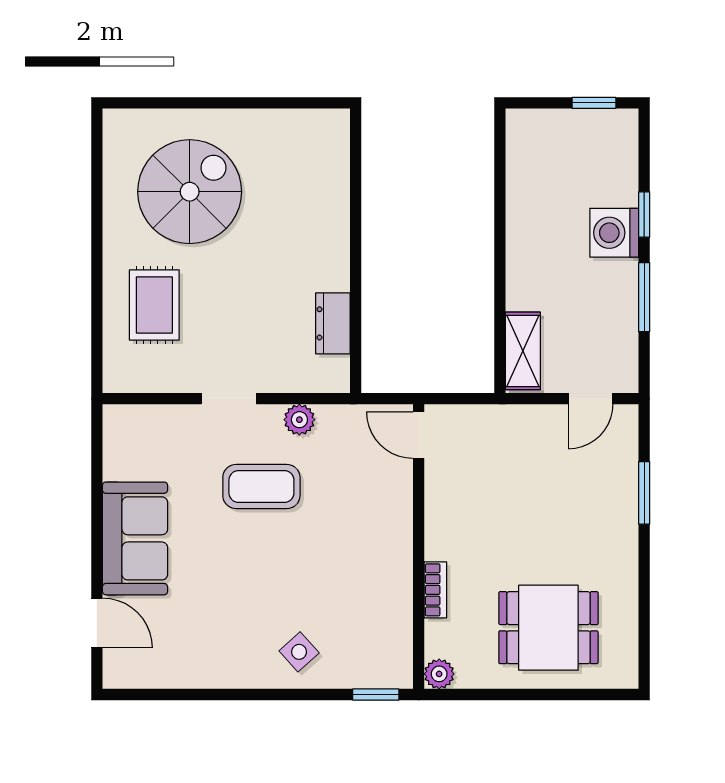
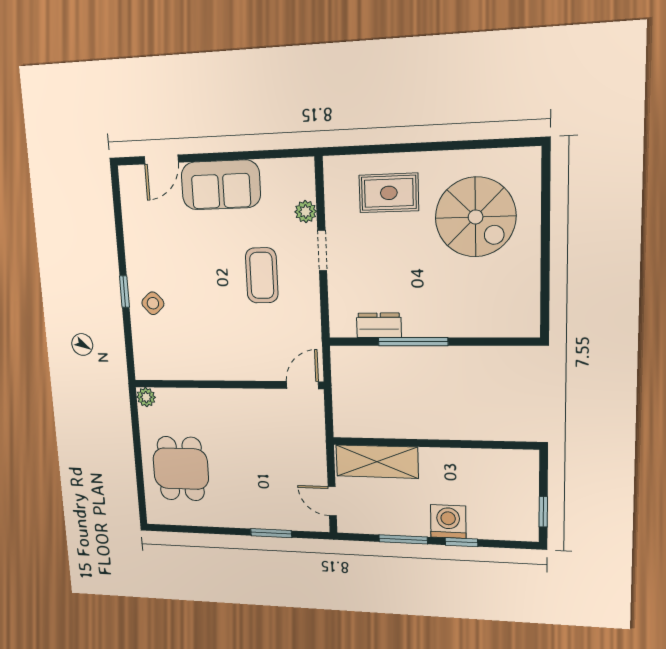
window: (356, 277) -> (413, 342), added
shelving: (523, 351) -> (377, 462), width x1.50, depth x1.33
plant: (299, 420) -> (306, 212), moved
bookcase: (435, 590) -> (200, 395), removed
window: (376, 695) -> (124, 292), moved

